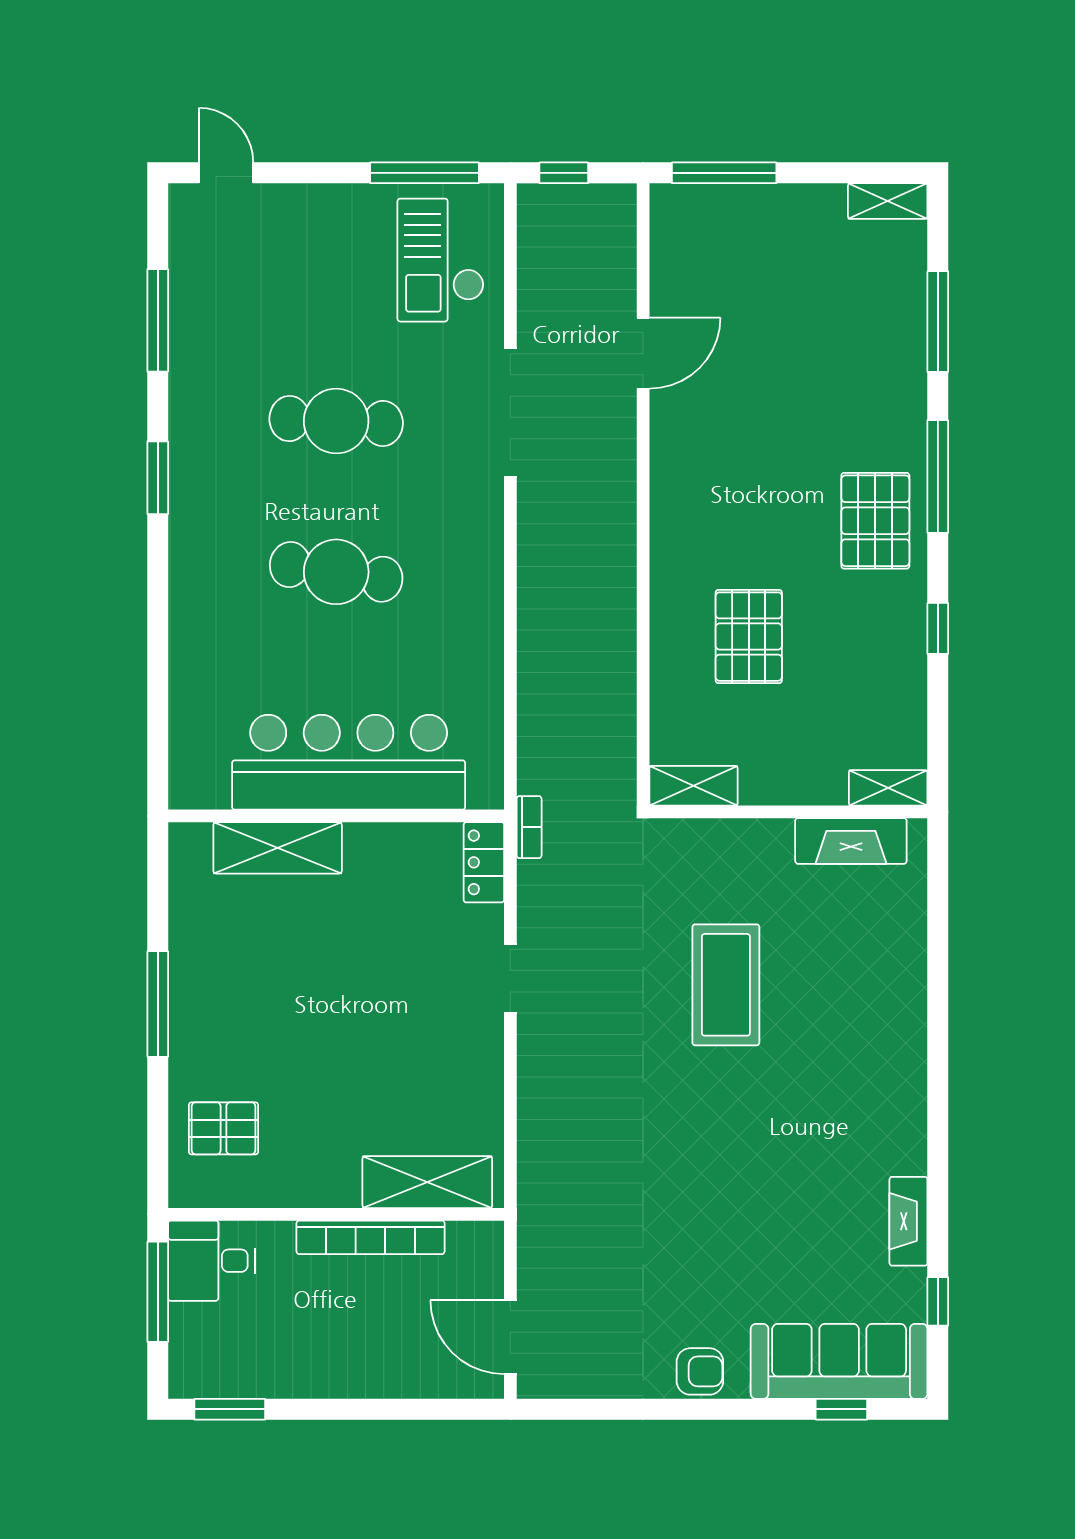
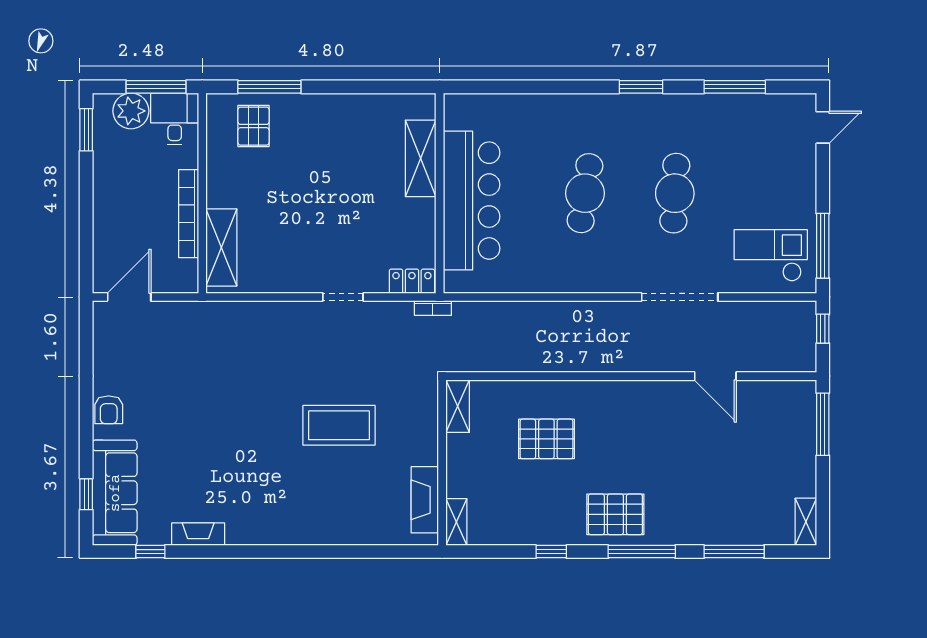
window: (158, 1004) -> (269, 87), moved
plant: (198, 1334) -> (131, 111), added

